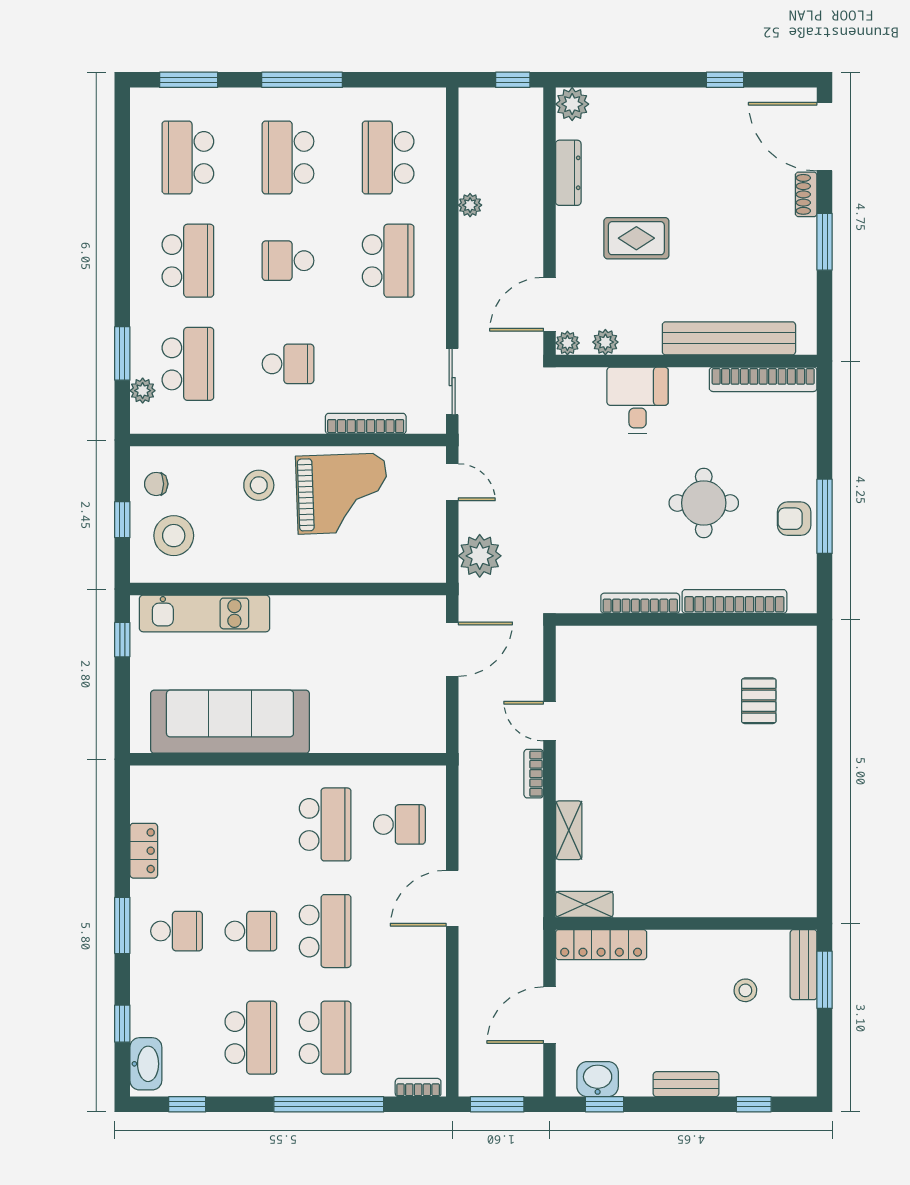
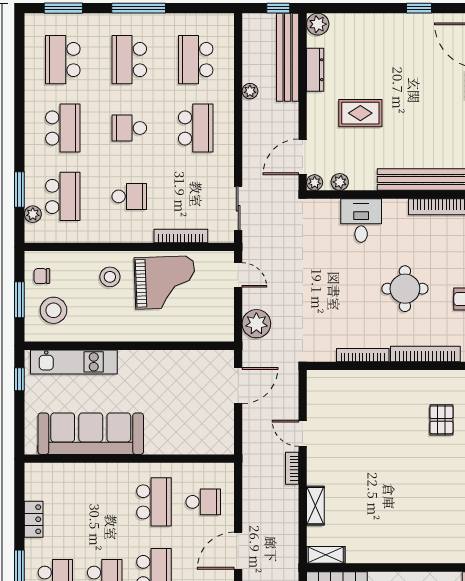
bench: (527, 154) -> (288, 57), added
window: (122, 520) -> (19, 300), width x1.50

